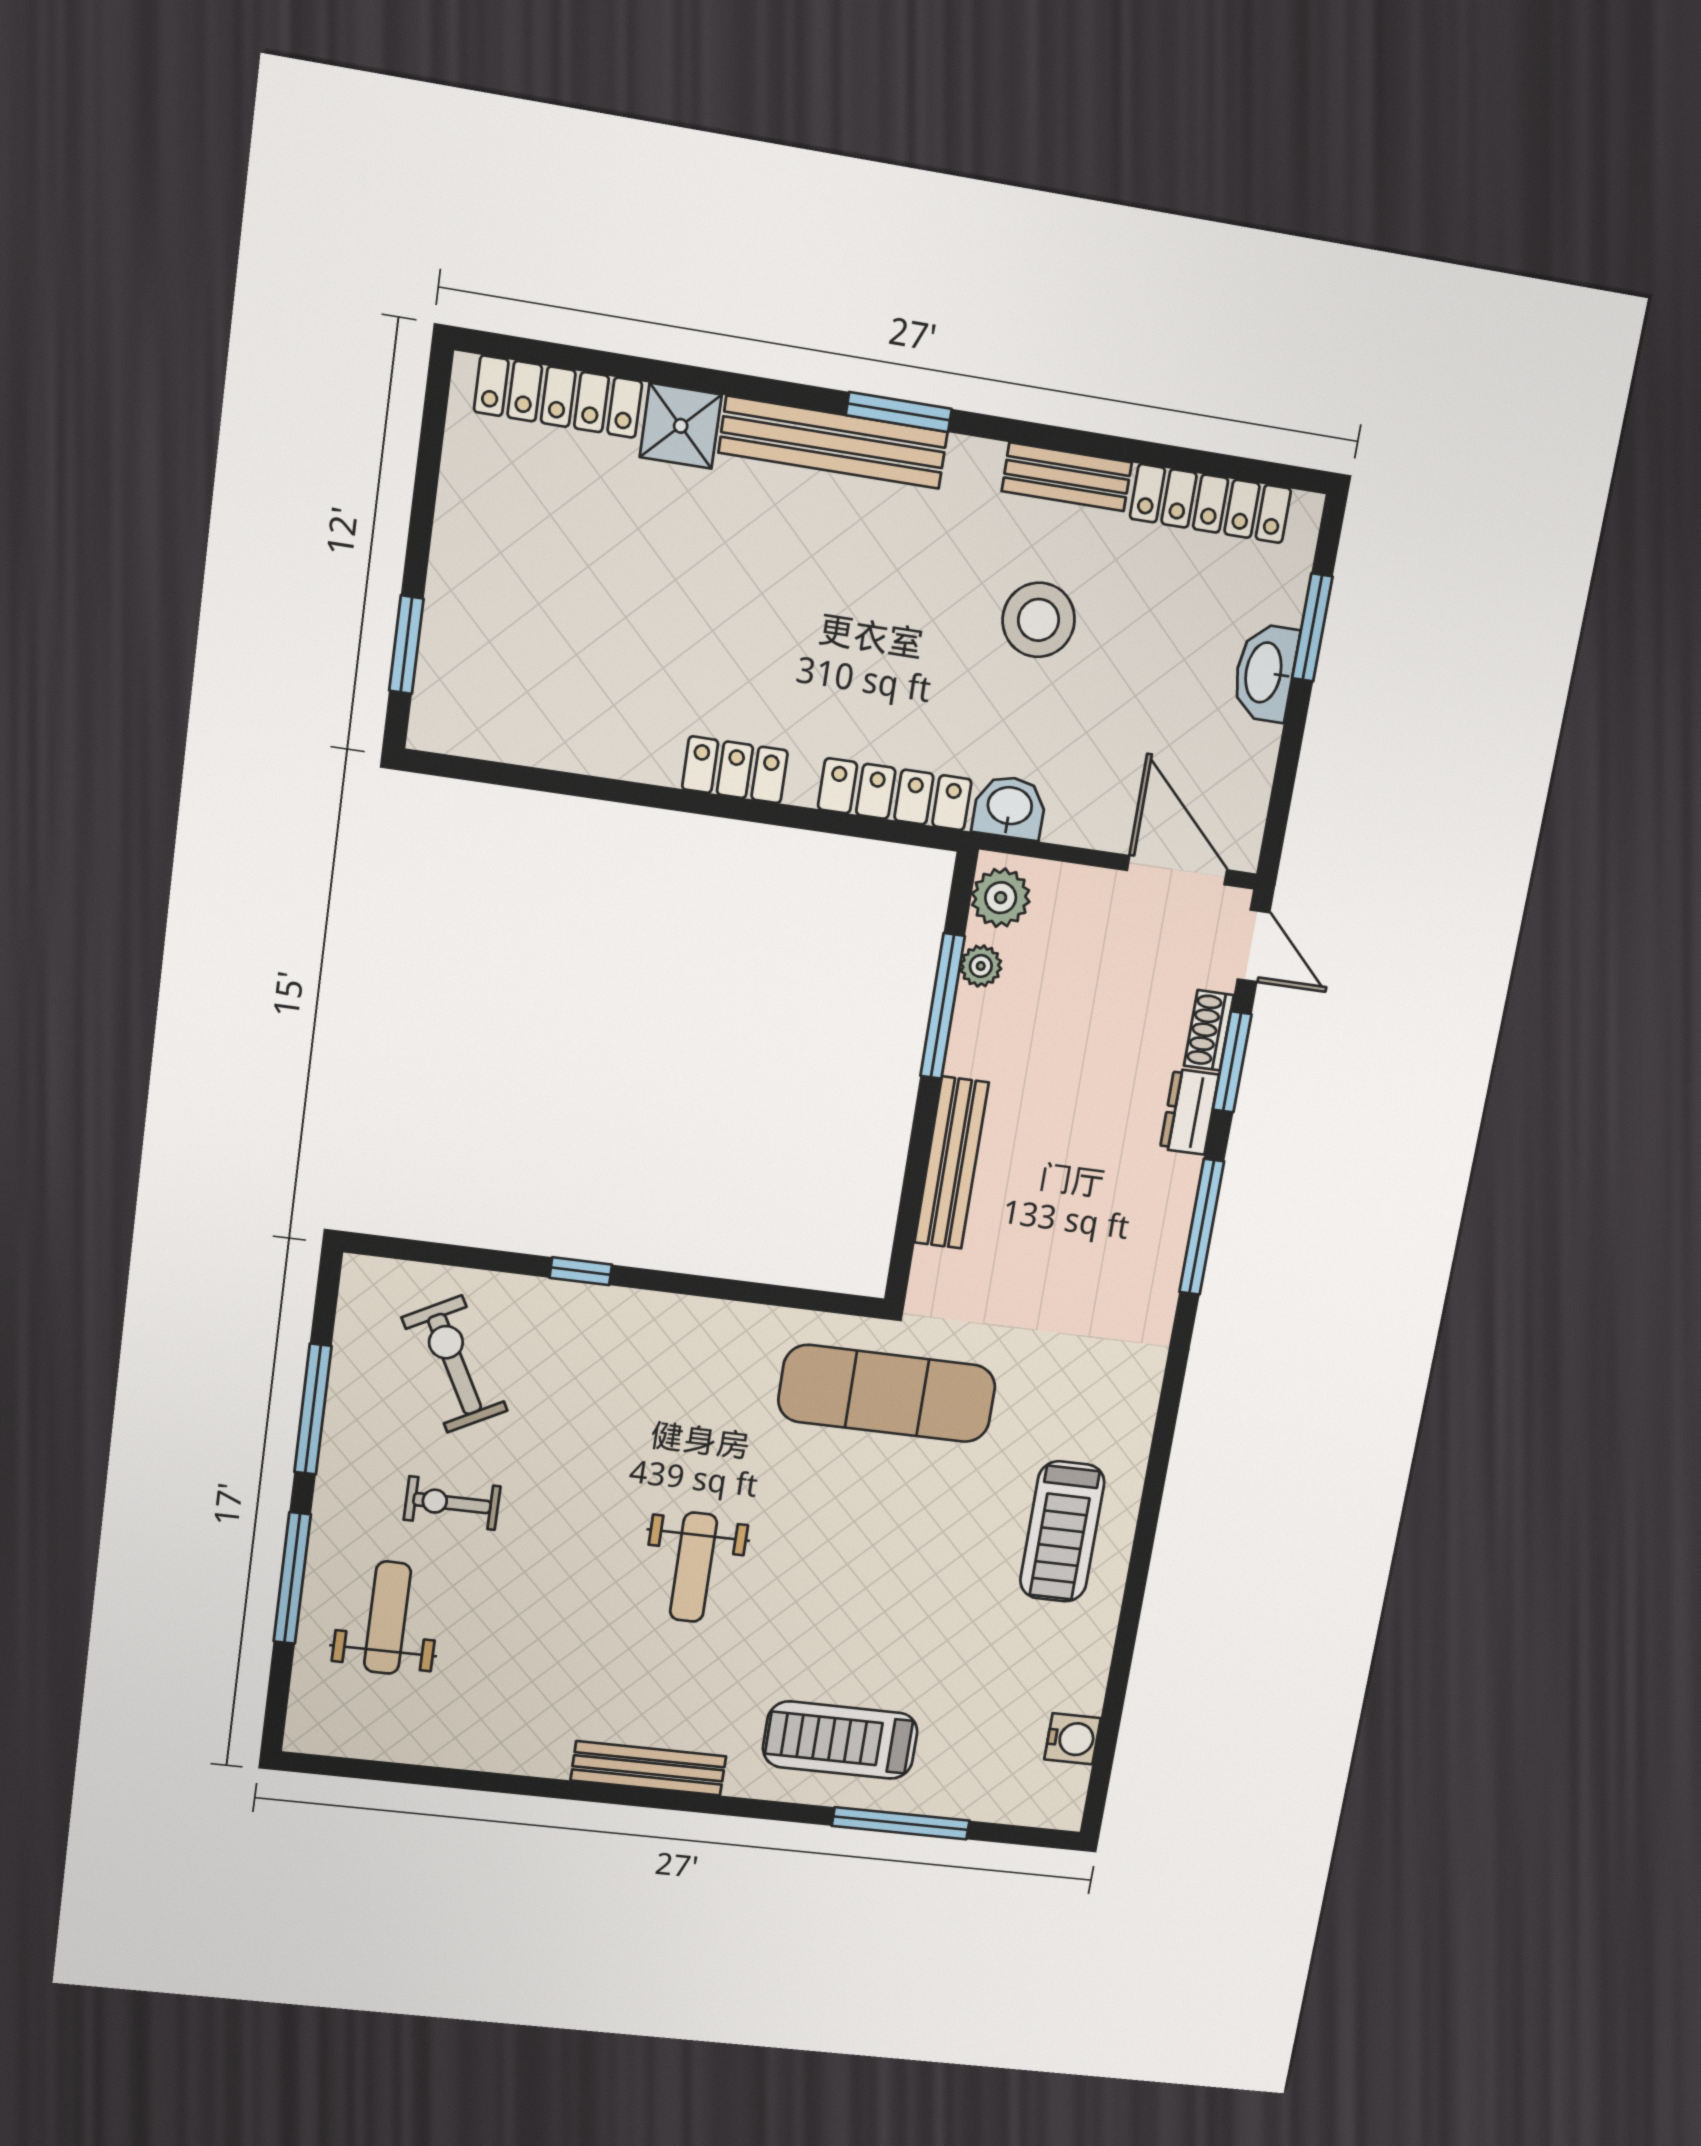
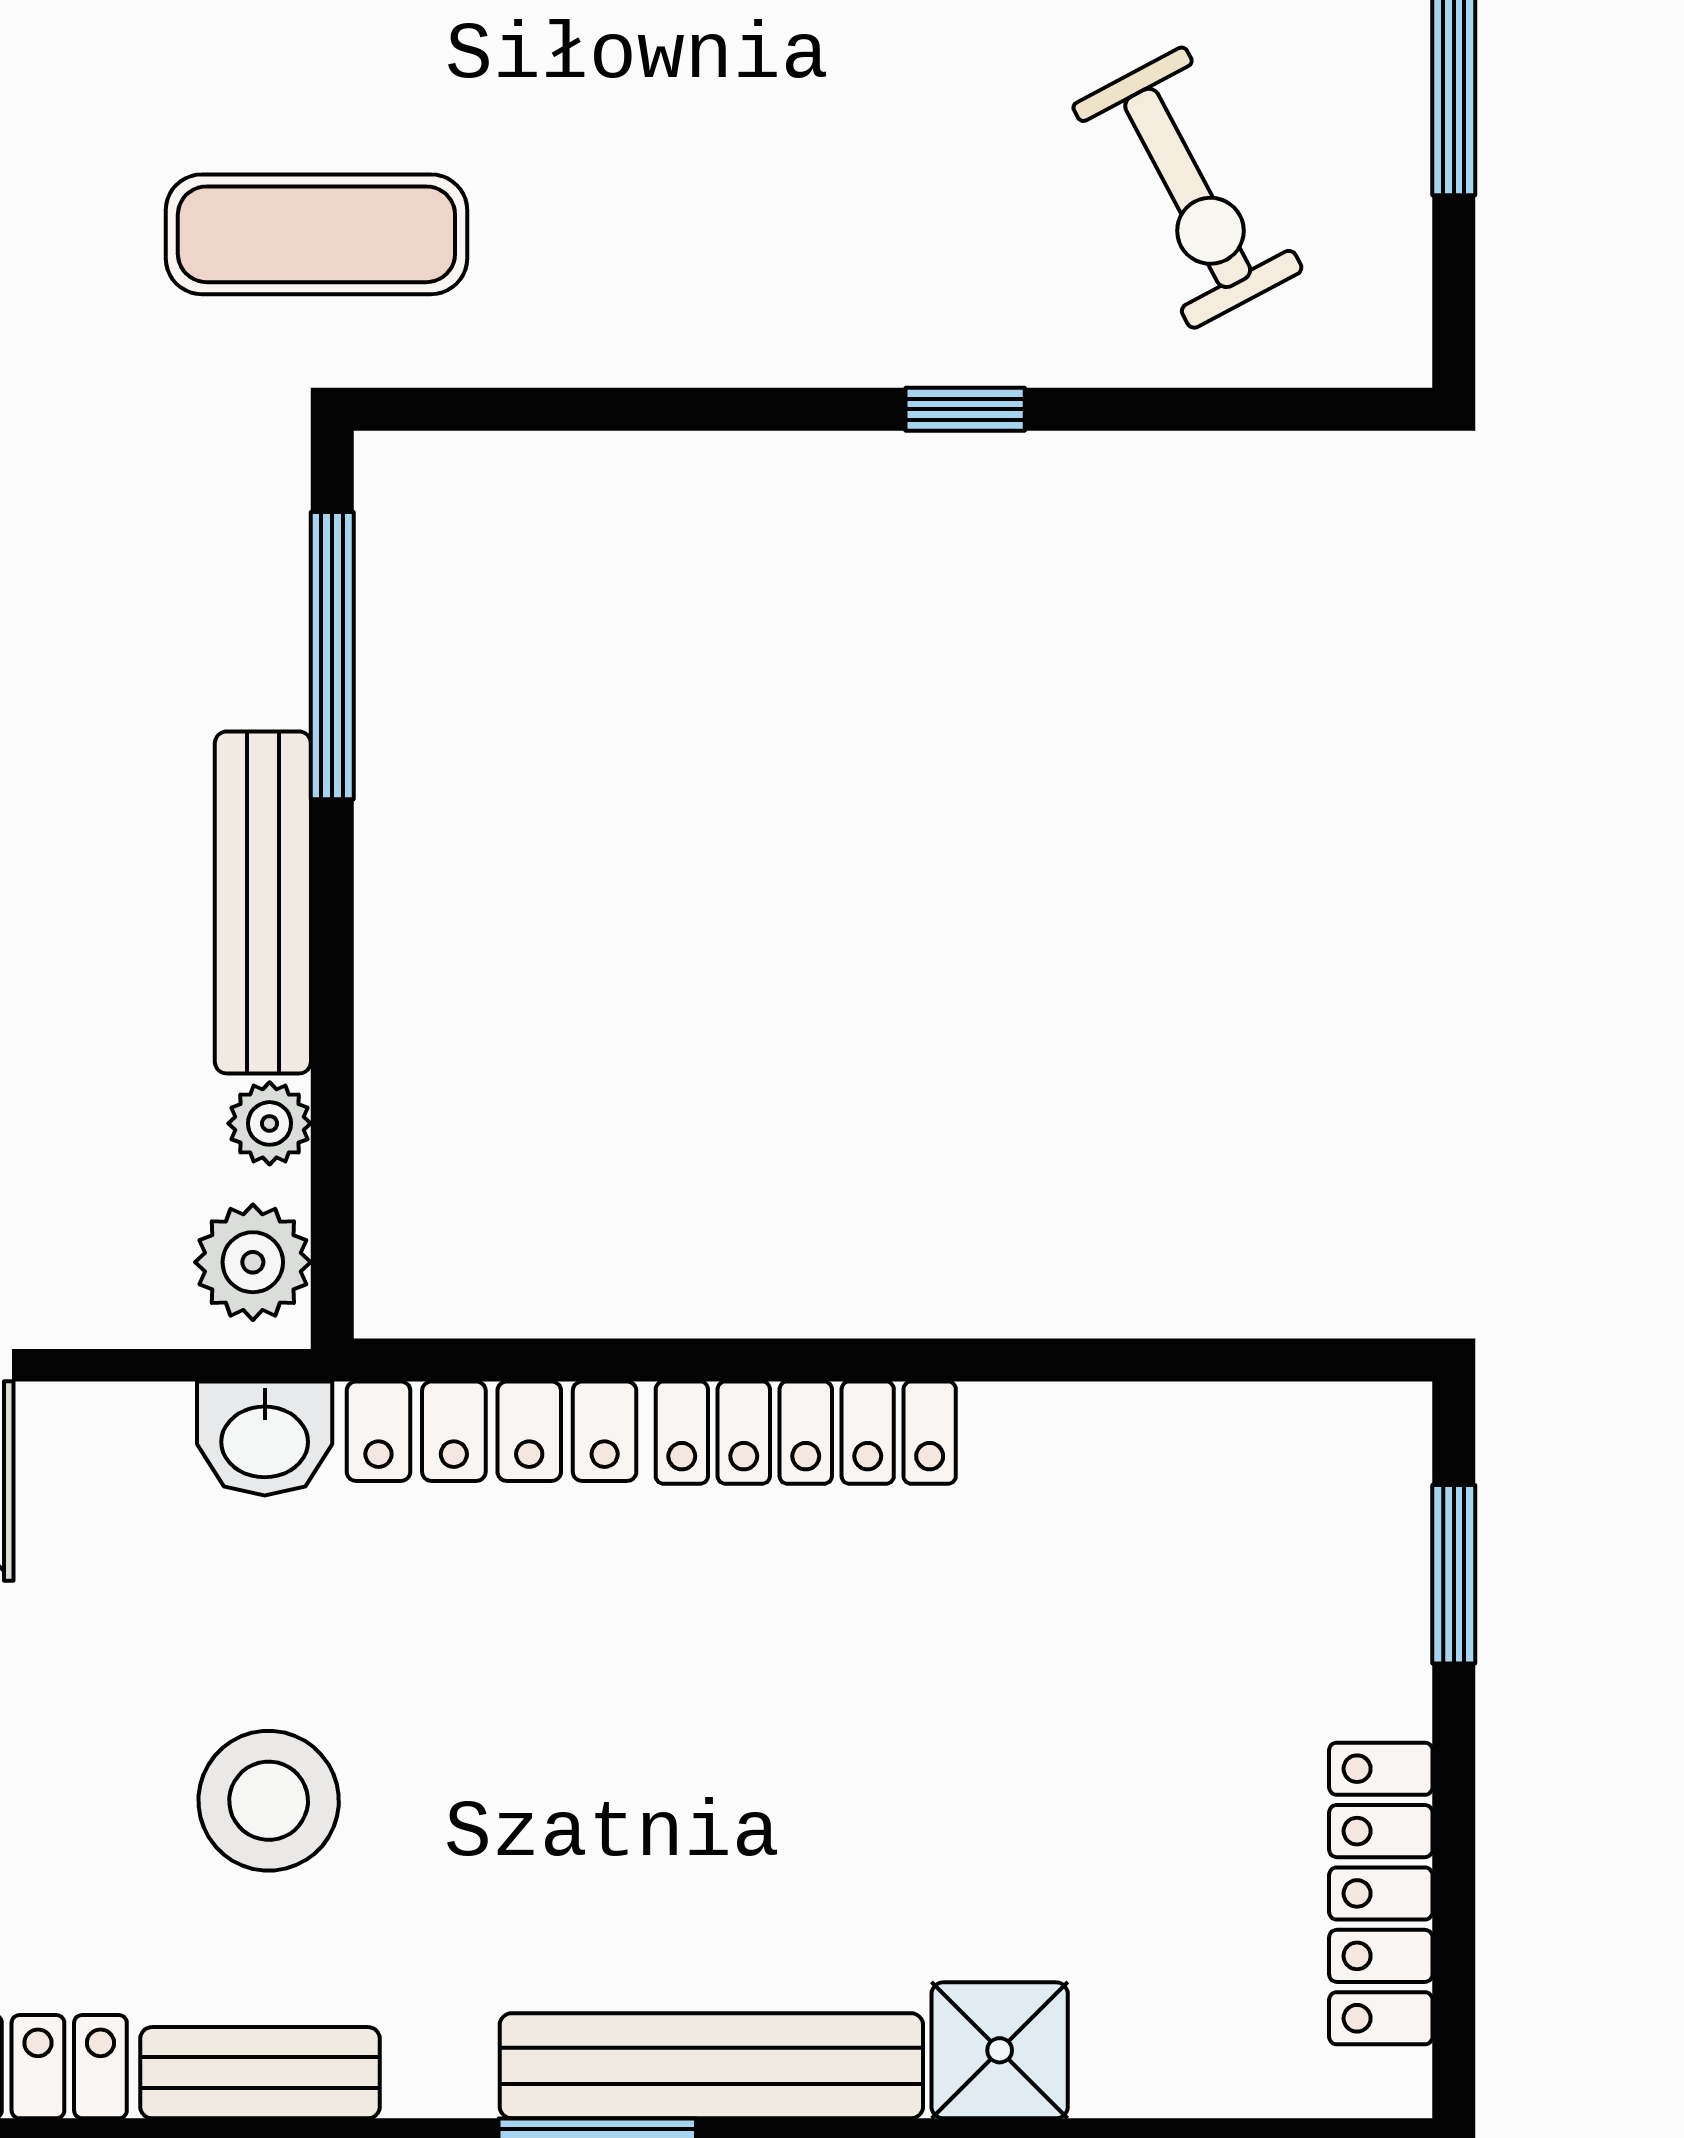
locker: (558, 397) -> (1381, 1893), moved, turned -90
locker: (735, 770) -> (806, 1433), width x1.53
window: (942, 1006) -> (332, 656), moved
bench: (952, 1163) -> (263, 902), moved
exercise mat: (887, 1394) -> (316, 234), width x0.73, depth x0.69

